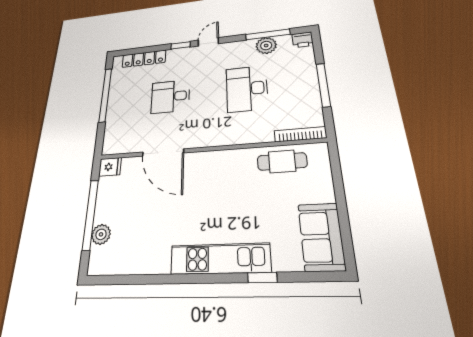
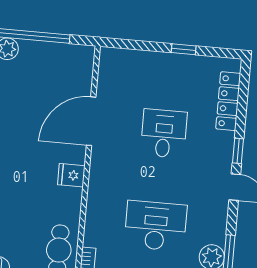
window: (105, 95) -> (184, 49), width x0.32
fridge: (110, 167) -> (71, 175), moved, turned 90

